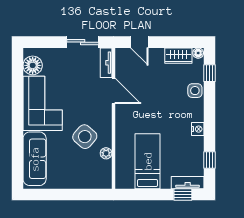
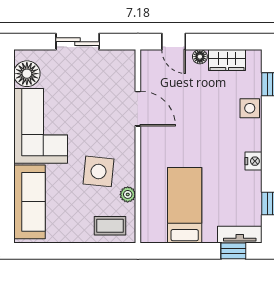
sliding door: (83, 42) -> (78, 42), moved
floor lamp: (198, 53) -> (200, 57), moved
tv unit: (106, 63) -> (128, 70), removed
side table: (85, 137) -> (98, 171), turned -35
coffee table: (93, 176) -> (110, 226), added

